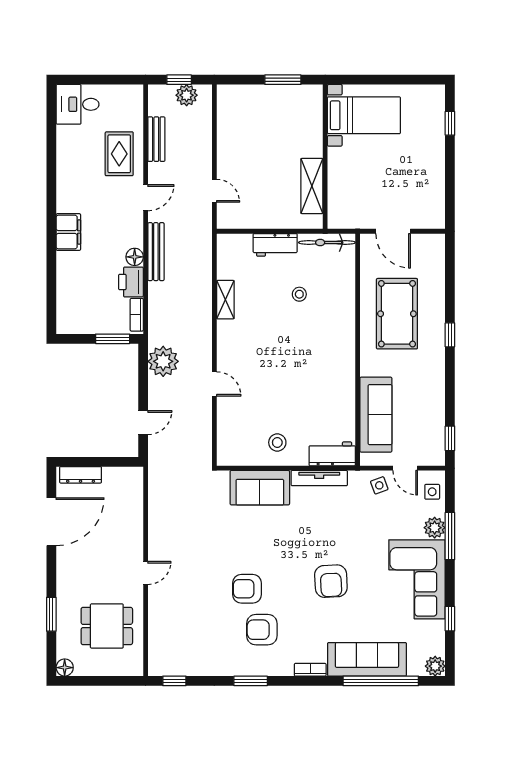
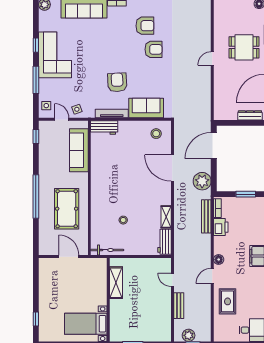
bench: (156, 139) -> (179, 306), moved
workbench: (275, 245) -> (165, 242), moved, turned -90
bench: (156, 252) -> (206, 216), moved
floor lamp: (135, 257) -> (219, 260), moved
window: (450, 335) -> (36, 196), width x3.17
window: (113, 339) -> (246, 194), moved
door: (214, 384) -> (172, 168), width x1.88
door: (143, 423) -> (214, 146), width x1.87
stool: (277, 442) -> (156, 134), moved
plant: (435, 528) -> (45, 85), removed
armchair: (331, 581) -> (117, 82), moved
window: (450, 619) -> (36, 45), moved
dining table: (107, 626) -> (244, 47), moved

